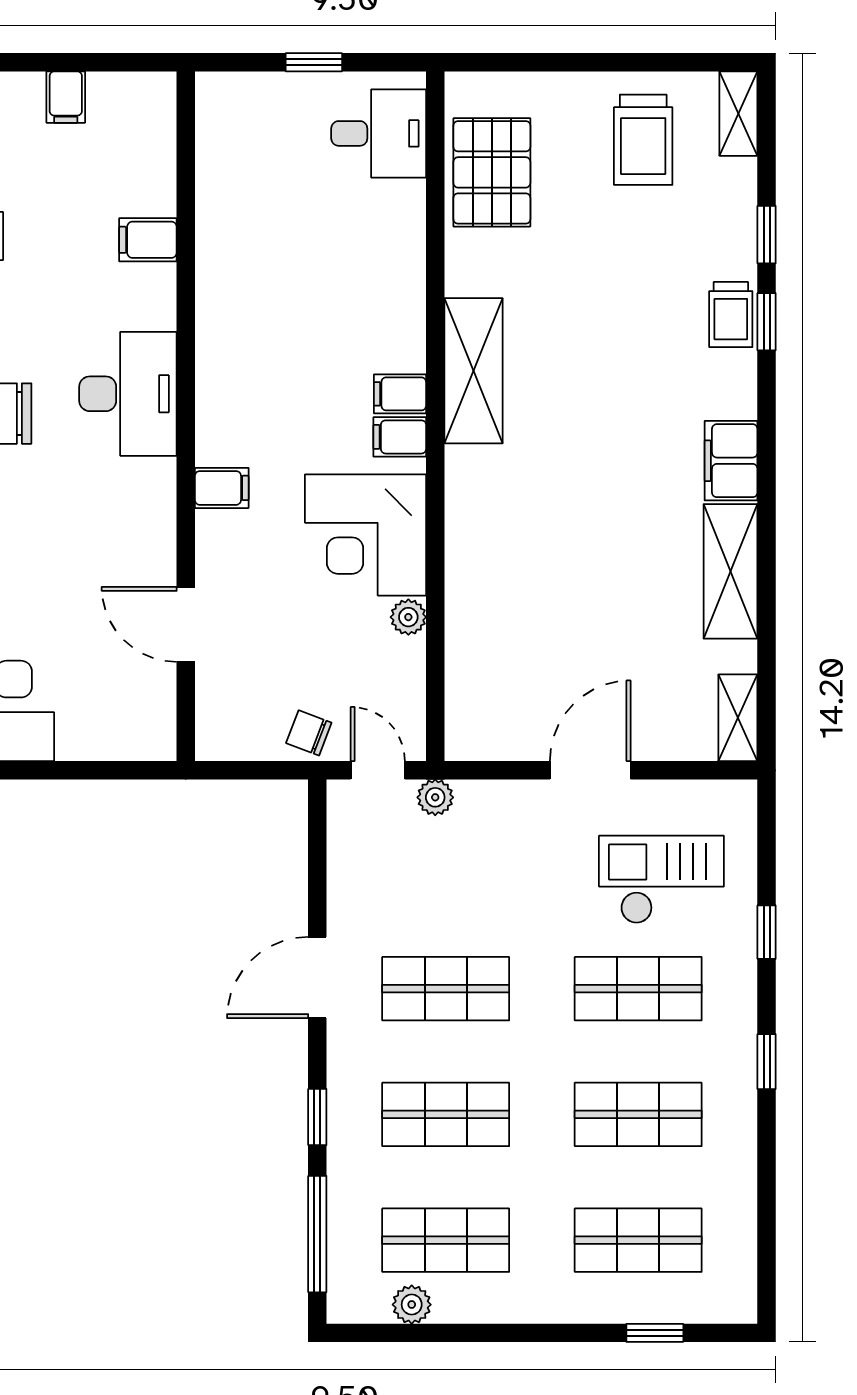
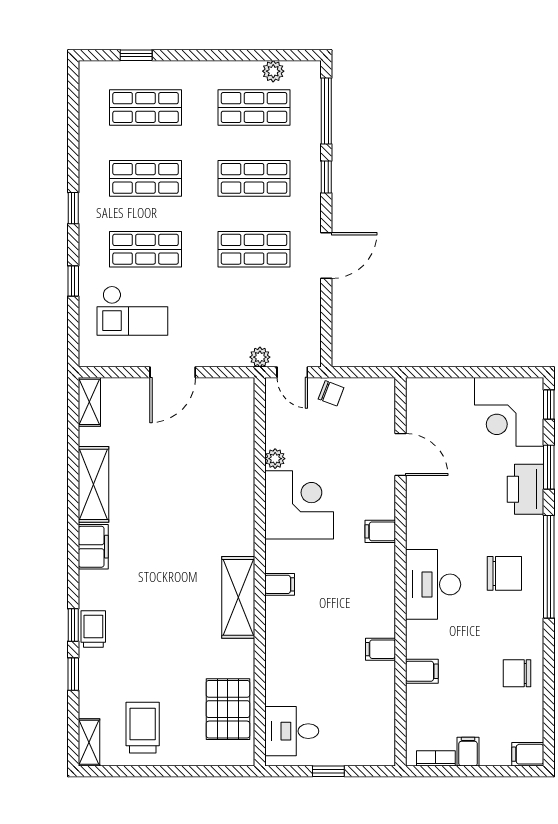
bookcase: (123, 85) -> (436, 758), added
filing cabinet: (400, 437) -> (380, 649), moved, turned 180

